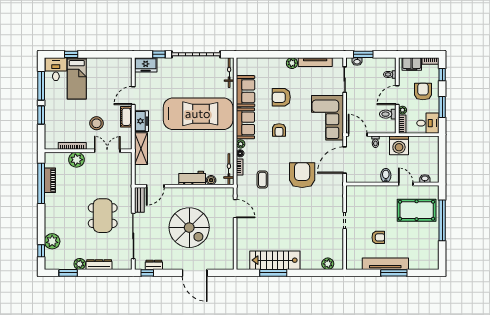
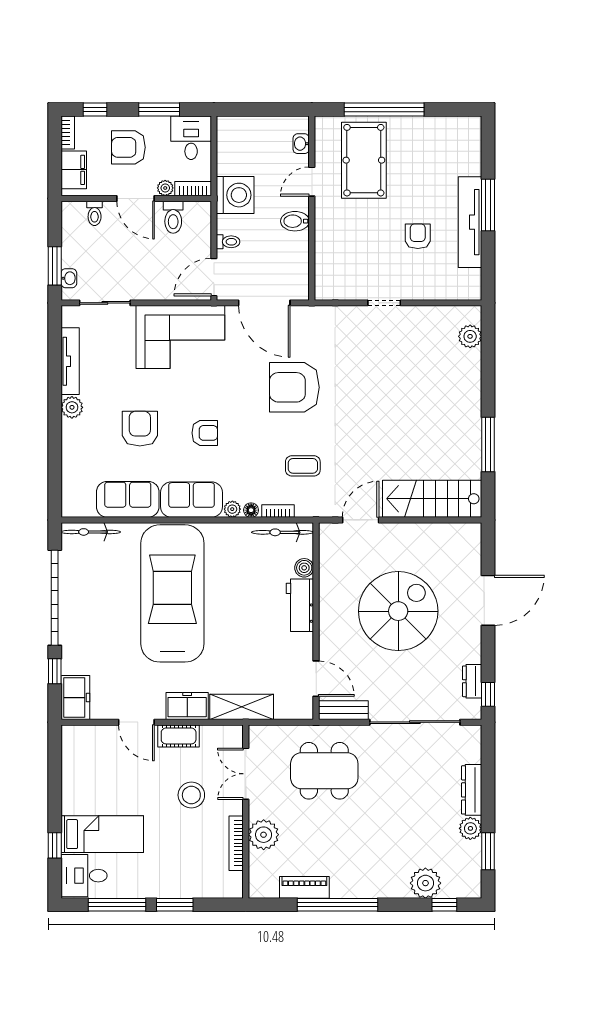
armchair: (281, 97) -> (140, 429), turned 180
window: (41, 183) -> (338, 905), moved
dining table: (103, 216) -> (324, 771), moved
stairs: (275, 260) -> (432, 499), moved, turned 90

